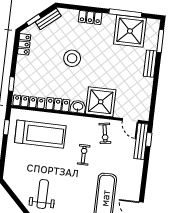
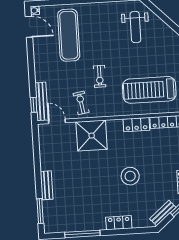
shower: (130, 31) -> (74, 216), removed
washbasin: (78, 107) -> (115, 126), removed

